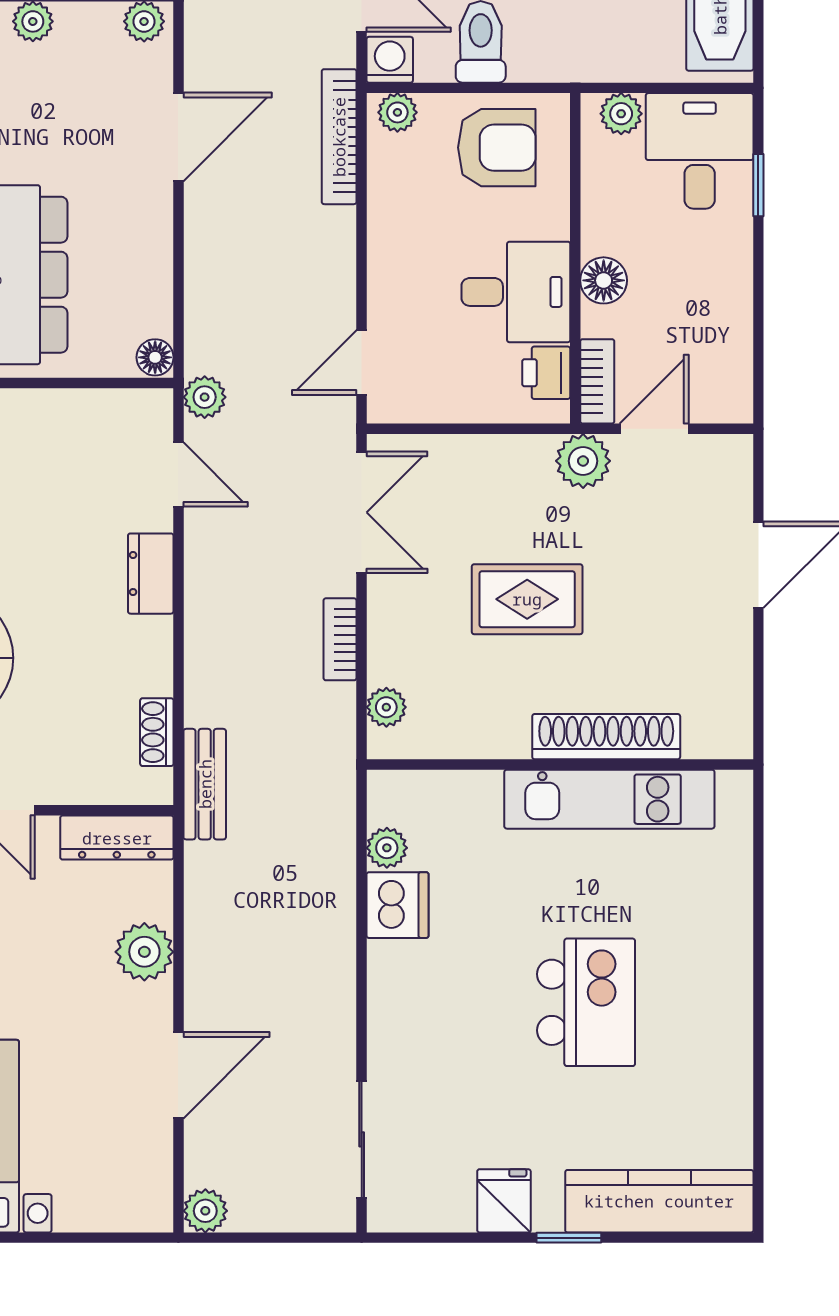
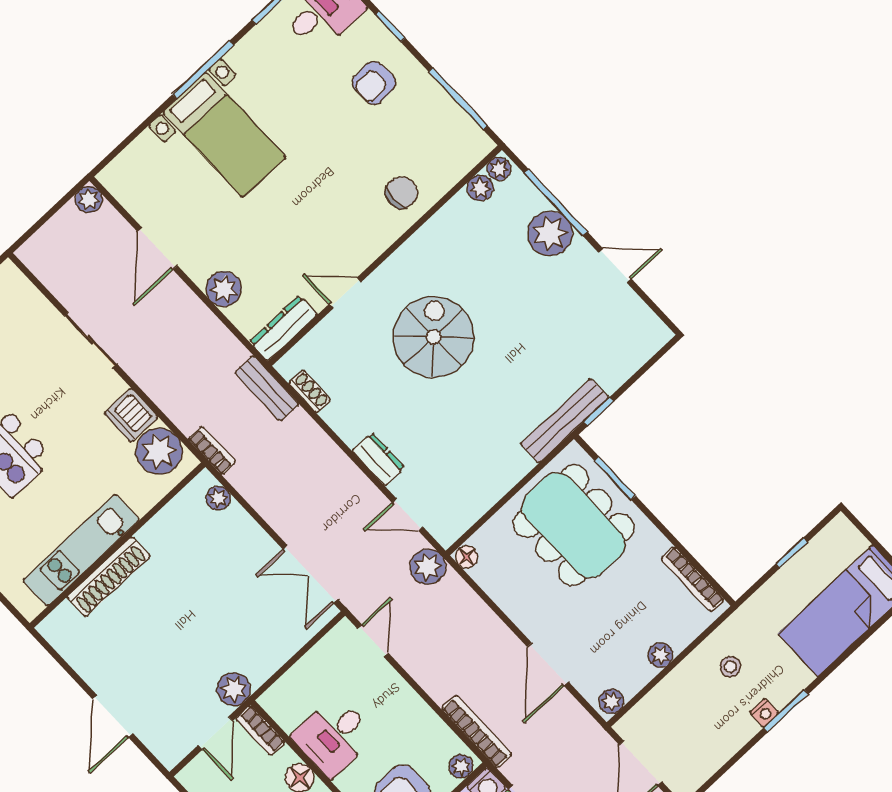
printer: (546, 373) -> (287, 713), removed
plant: (205, 397) -> (428, 567), width x1.38, depth x1.38
rug: (527, 599) -> (201, 605), removed
bookcase: (340, 639) -> (212, 450), moved
plant: (387, 848) -> (159, 451), width x1.87, depth x1.87
sliding door: (362, 1139) -> (90, 340), moved

